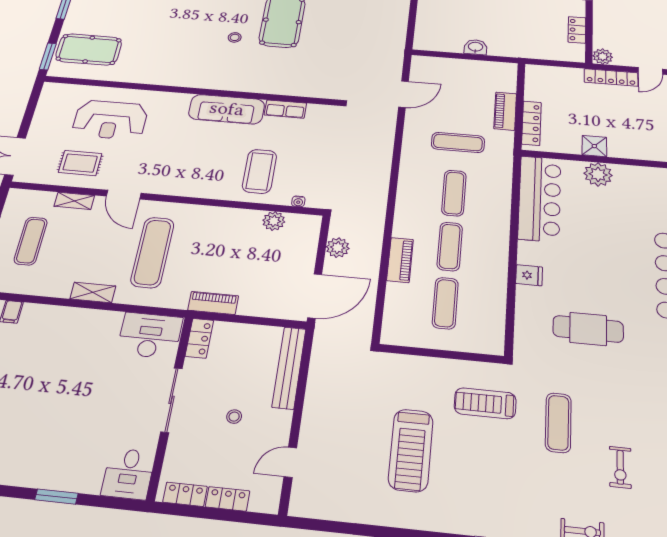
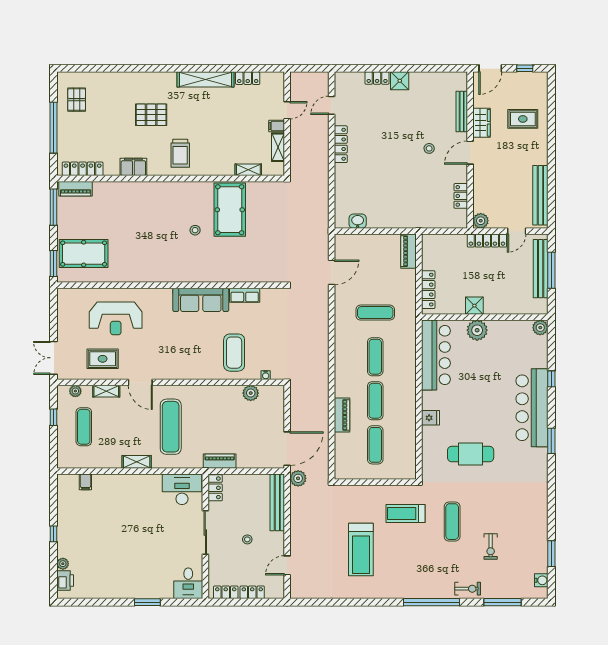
washbasin: (476, 47) -> (358, 221), moved
piano: (505, 111) -> (408, 251), moved
plant: (32, 197) -> (75, 391), added
plant: (338, 248) -> (298, 478), moved

